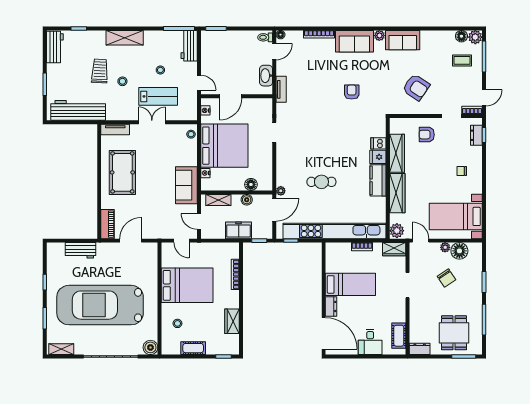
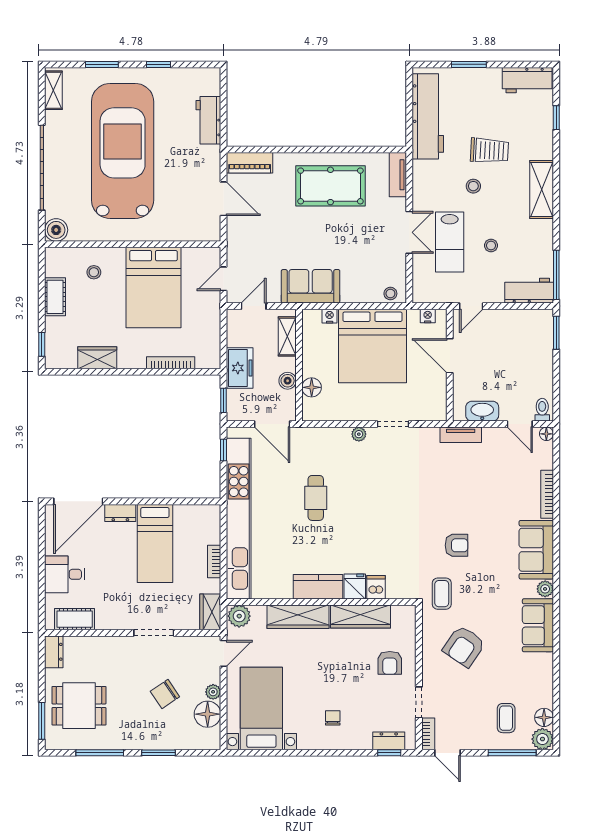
coffee table: (382, 101) -> (442, 594), added
armchair: (427, 135) -> (390, 663), turned 180
plant: (281, 191) -> (359, 434), moved

